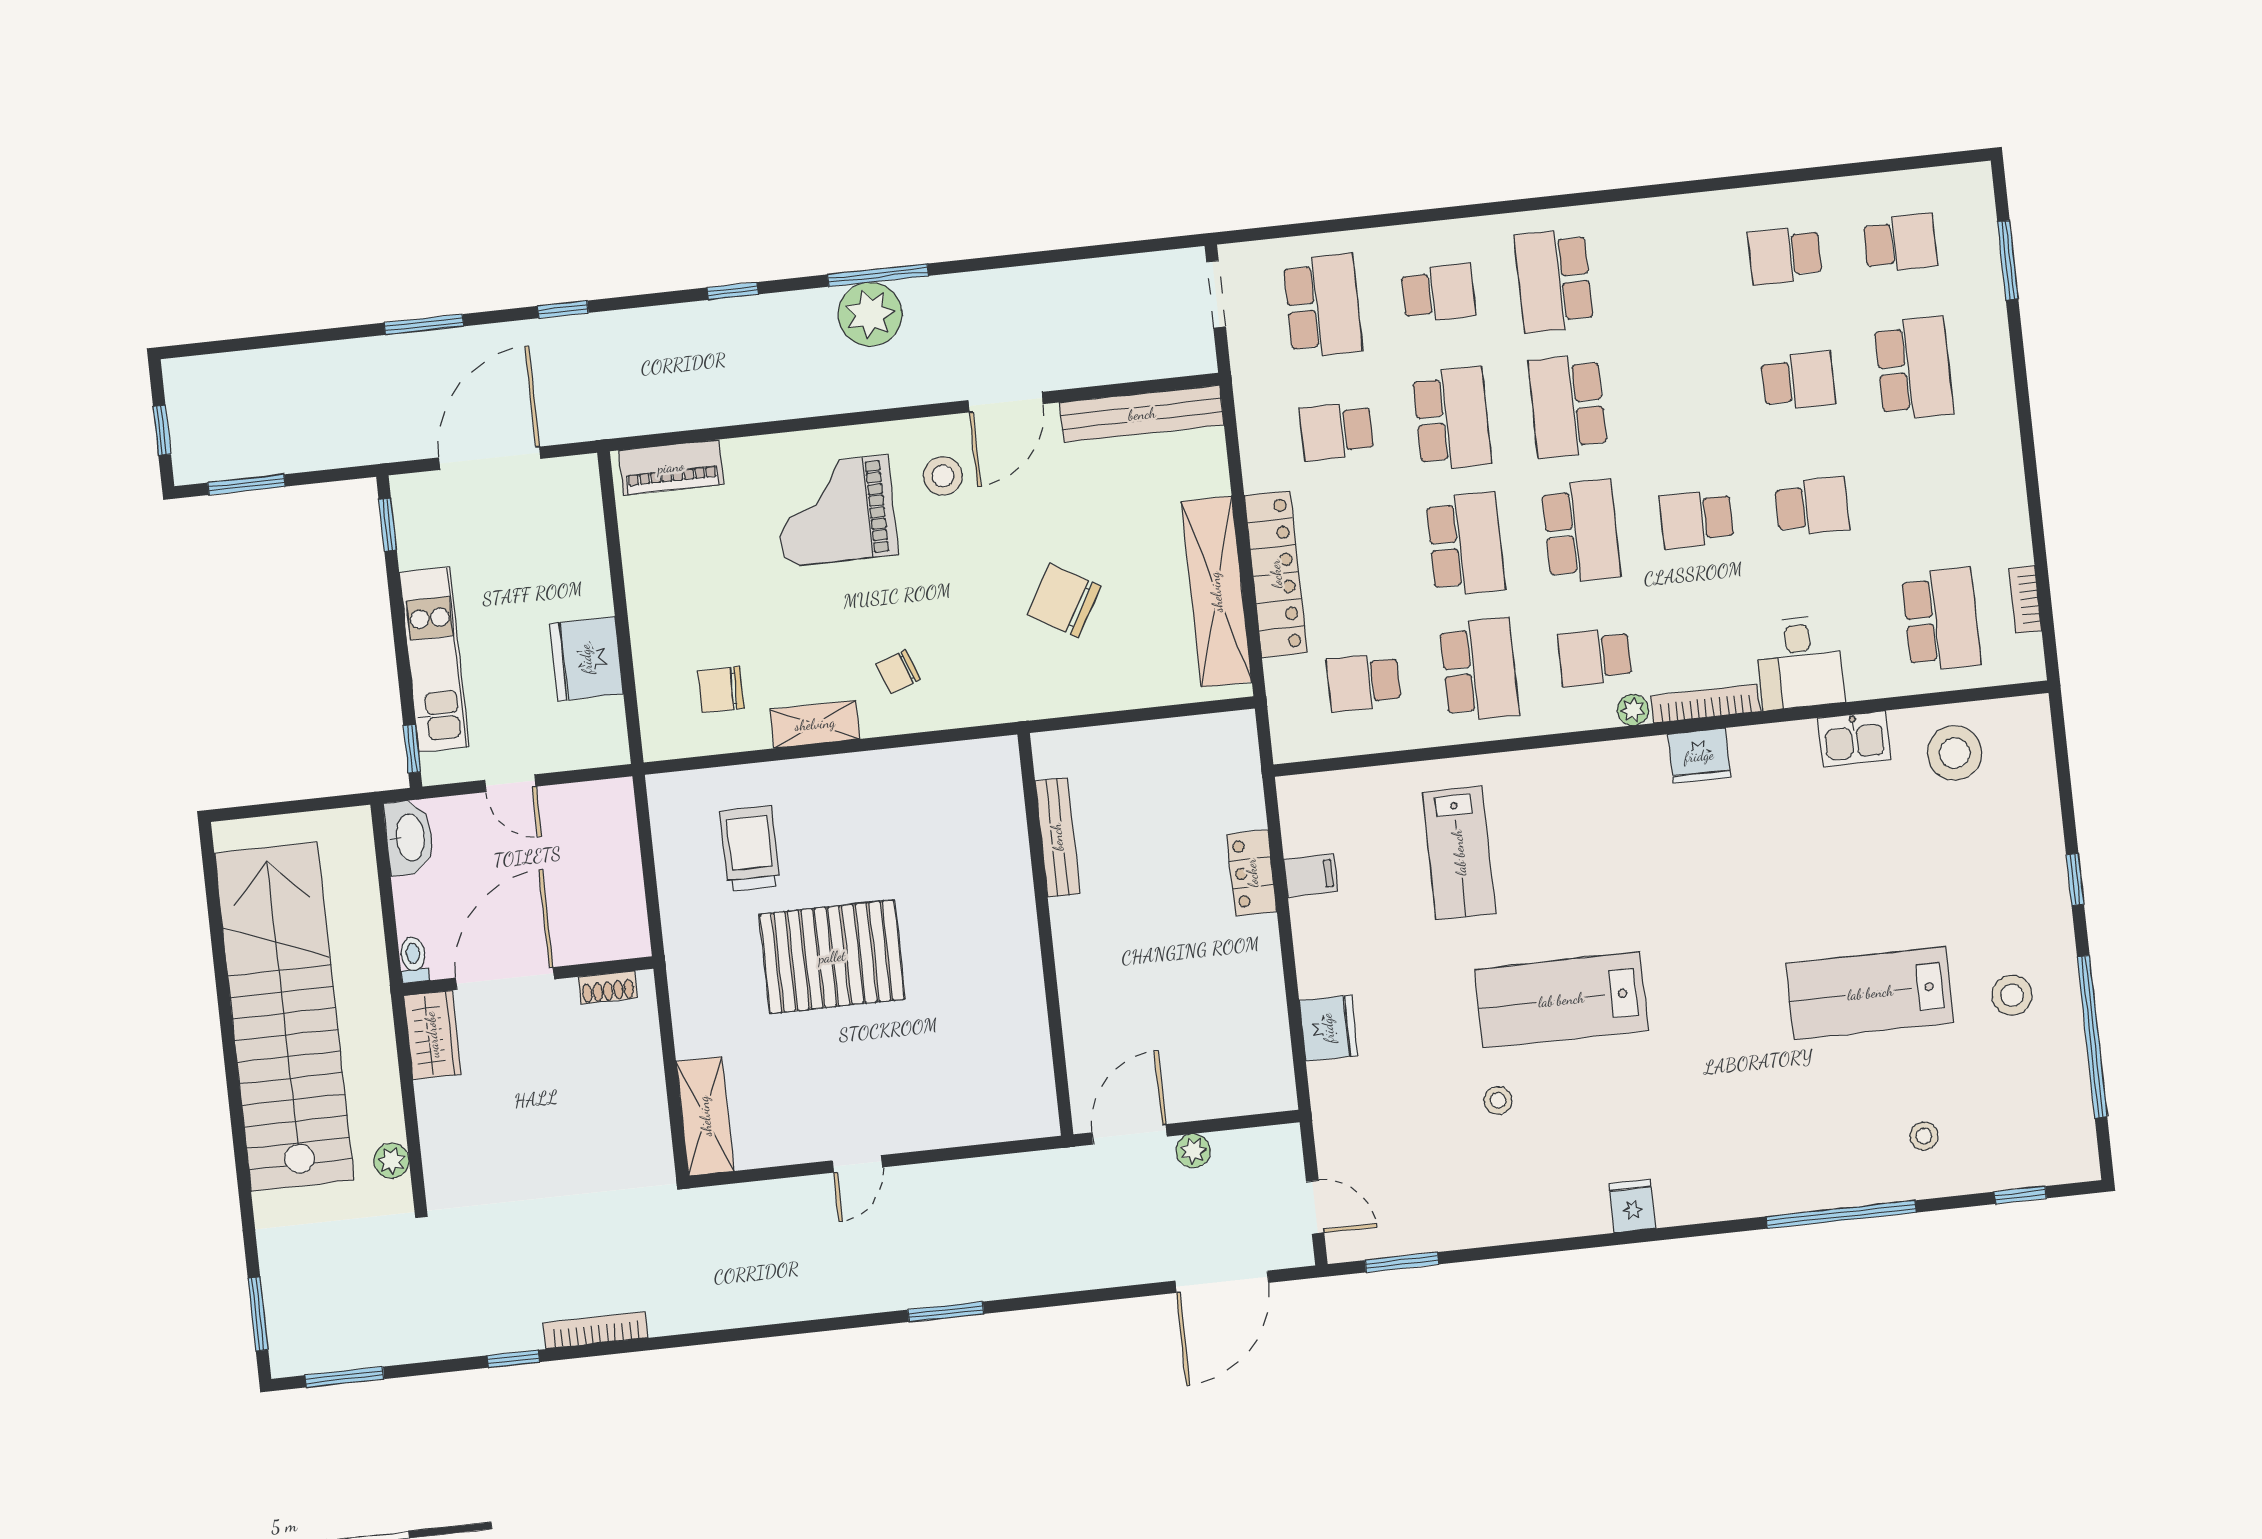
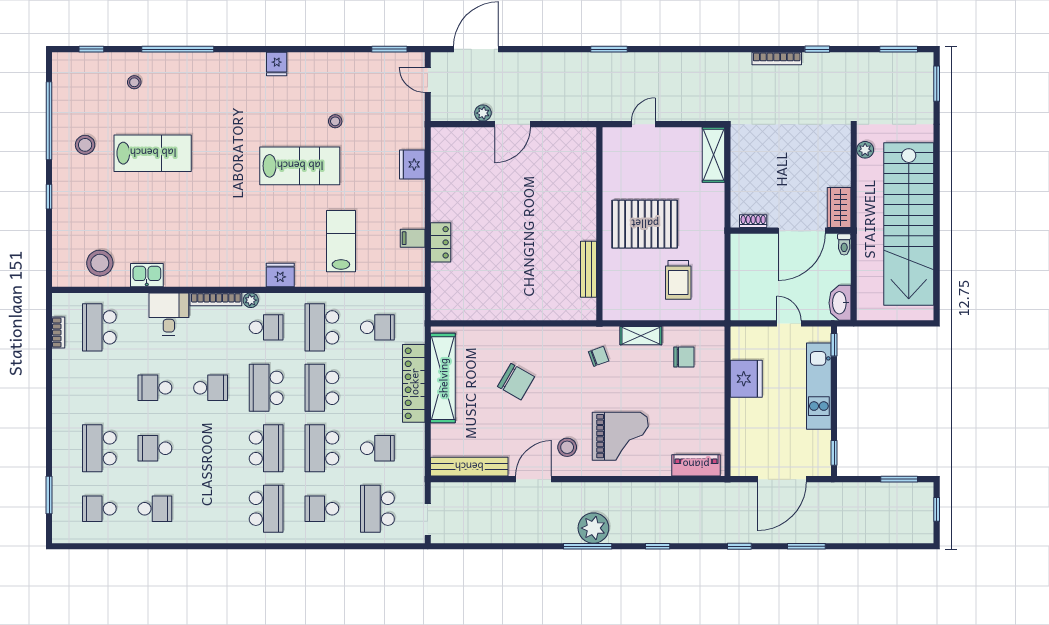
fridge: (1699, 756) -> (280, 275), moved
bench: (1057, 837) -> (588, 269), moved
wall: (1045, 934) -> (599, 224), moved

